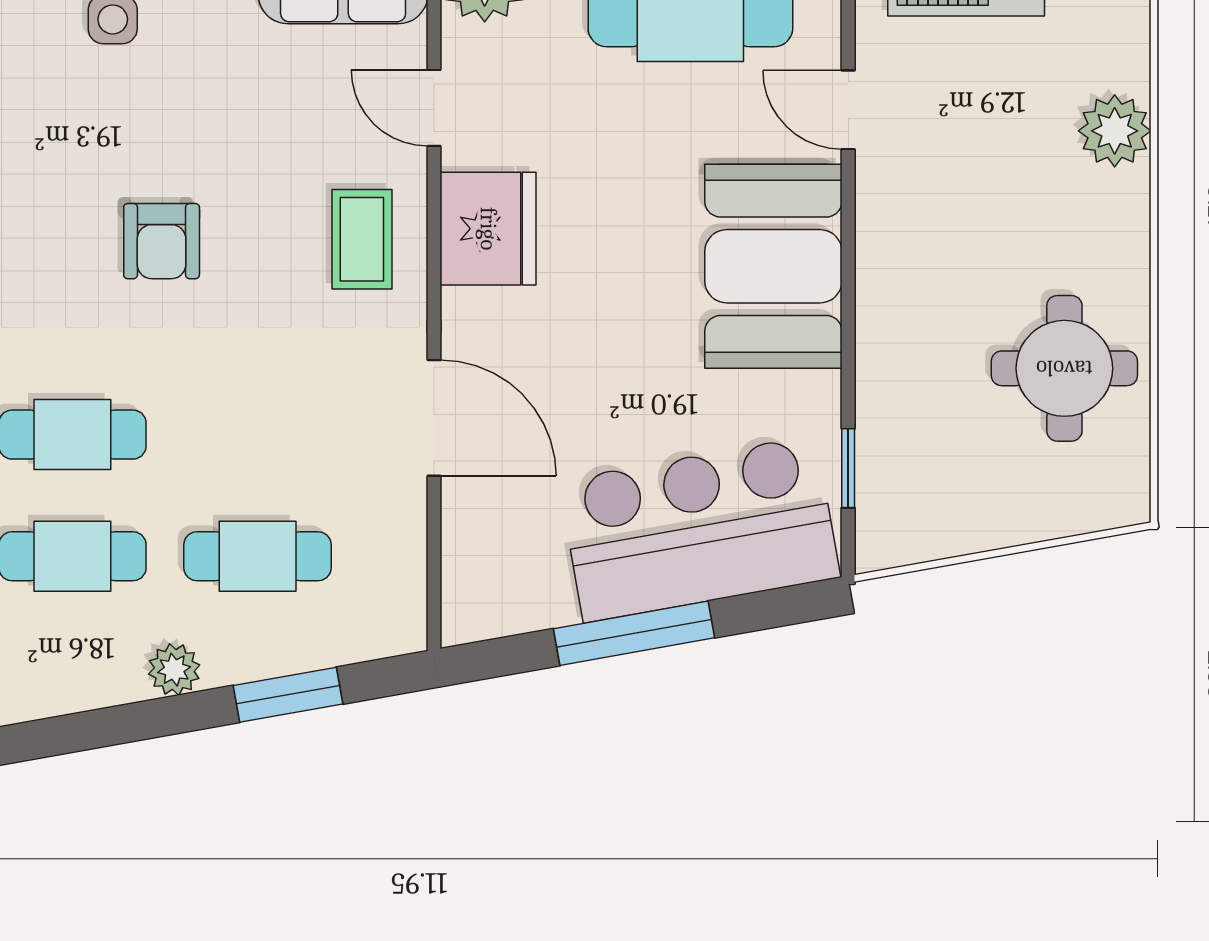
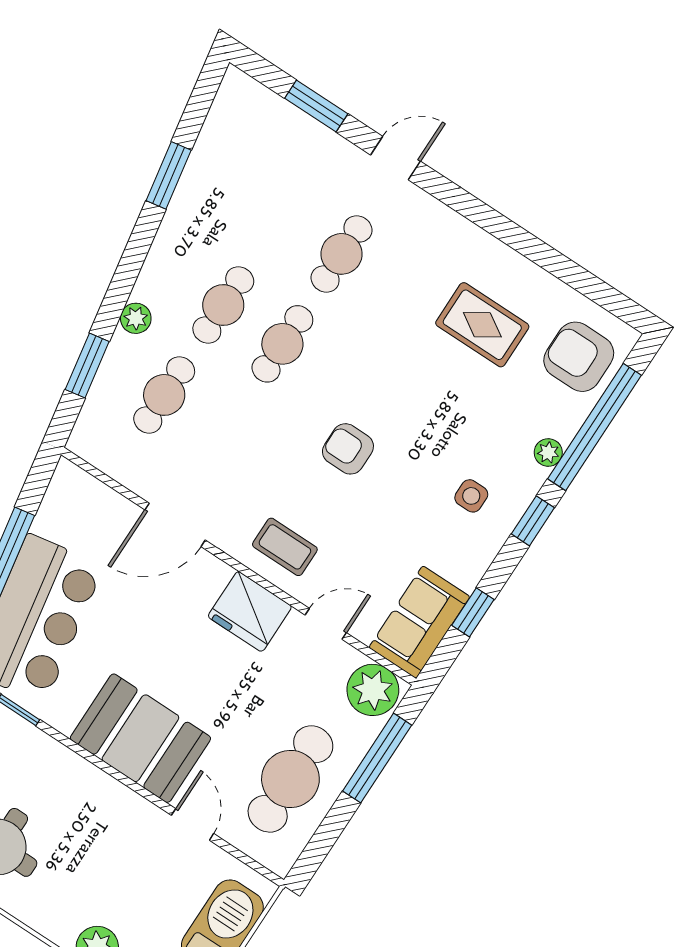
door: (848, 110) -> (193, 824), hinge flipped

